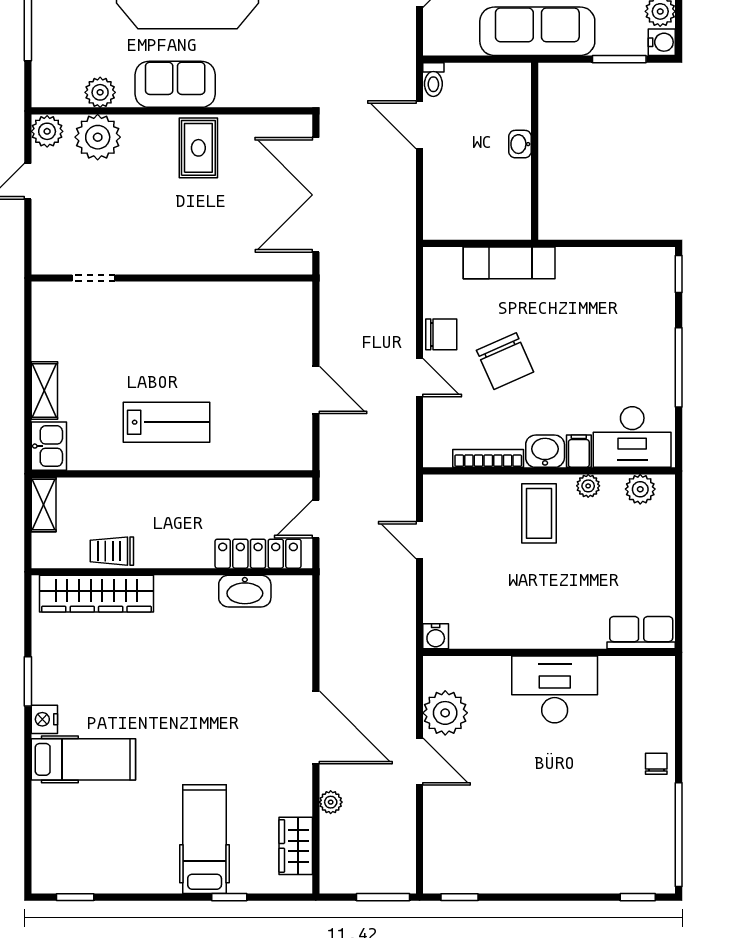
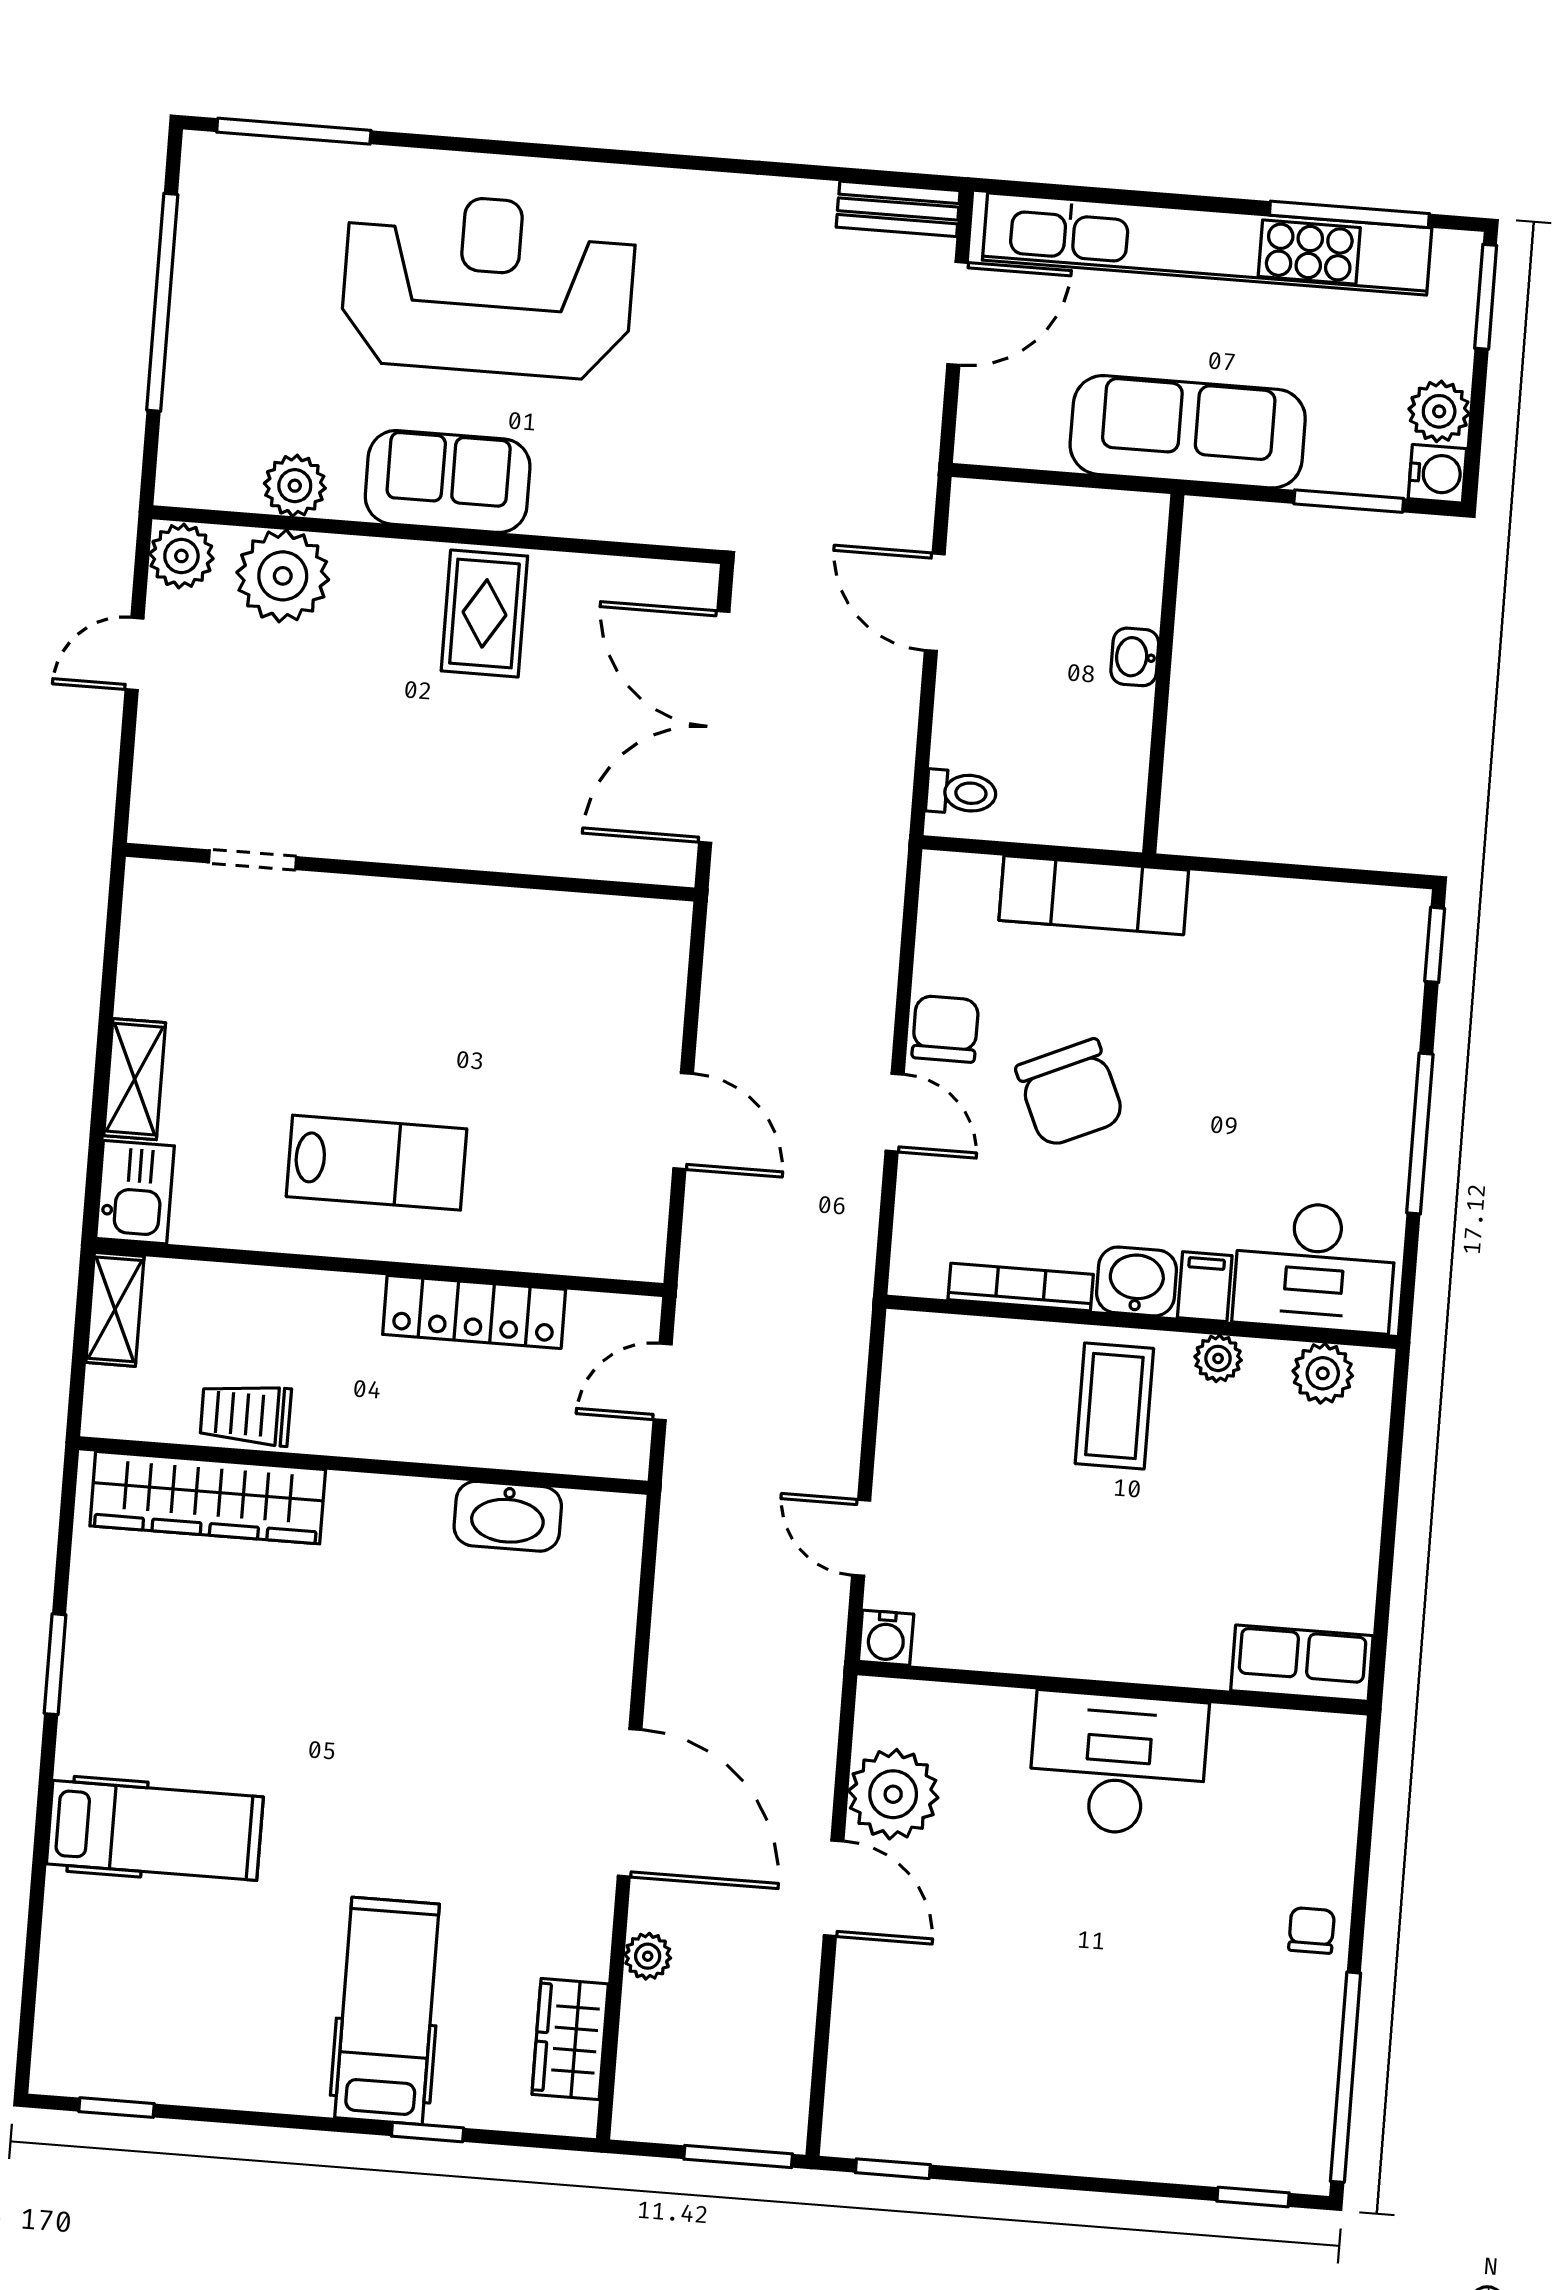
toilet: (433, 80) -> (961, 792), moved, turned -90
chair: (441, 334) -> (945, 1029), turned -90
door: (419, 540) -> (861, 1538), moved
locker: (258, 554) -> (474, 1312), moved, turned 180
nightstand: (44, 719) -> (83, 1743), removed

